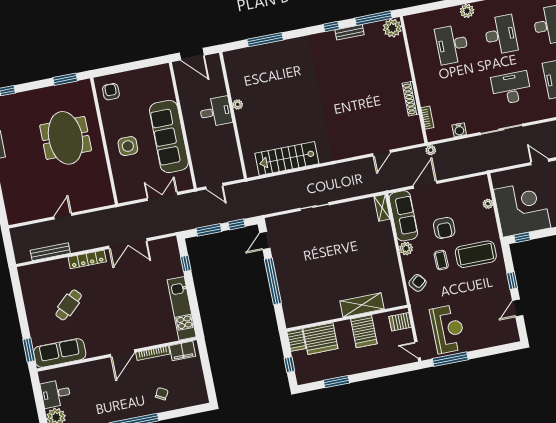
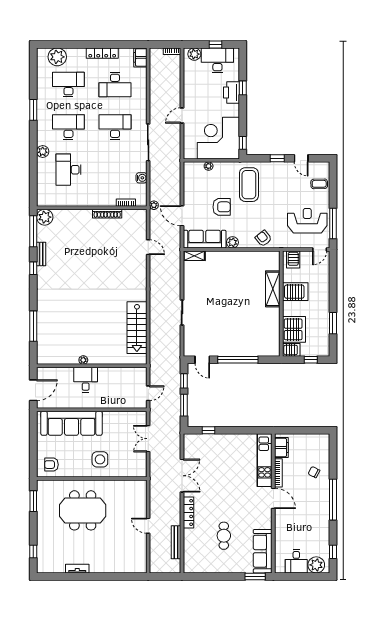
desk: (452, 44) -> (68, 170), turned 90
desk: (511, 88) -> (115, 127), turned 90
sofa: (169, 136) -> (72, 423), moved
coffee table: (441, 260) -> (319, 184), moved
cafe table: (69, 305) -> (224, 536), turned 43
kitchen unit: (182, 308) -> (265, 460), moved, turned 90

